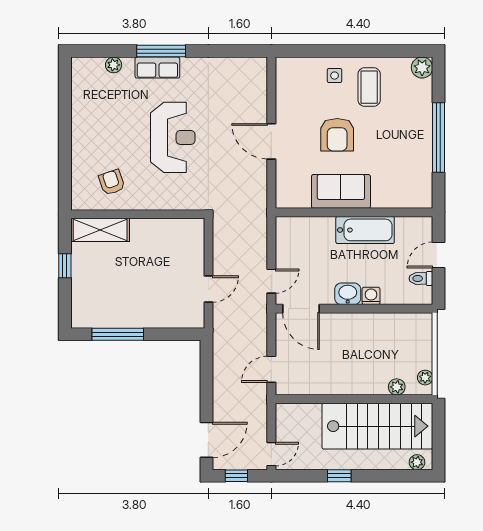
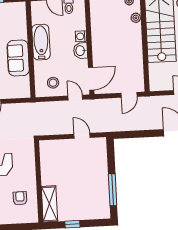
armchair: (112, 182) -> (20, 198), turned 109
stool: (298, 246) -> (53, 83), added
door: (271, 369) -> (129, 95), hinge flipped

